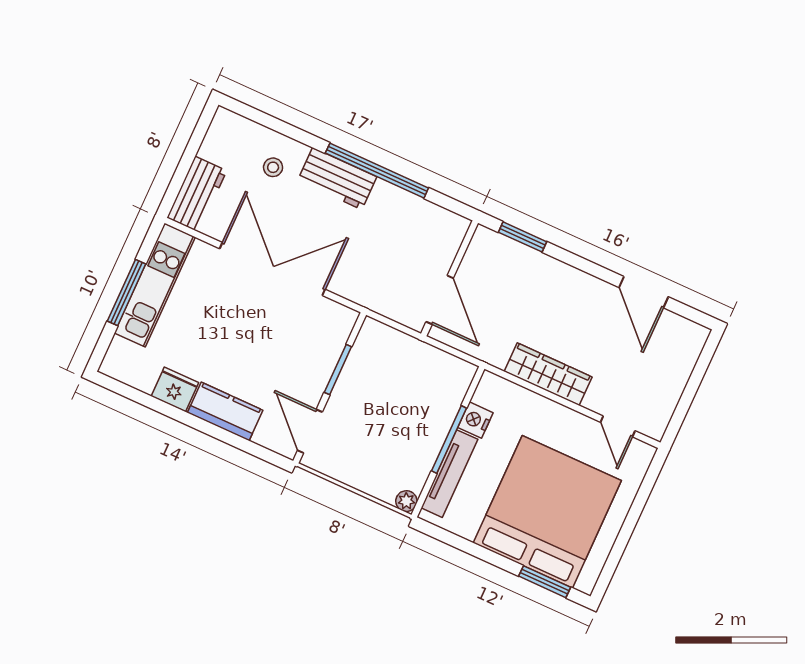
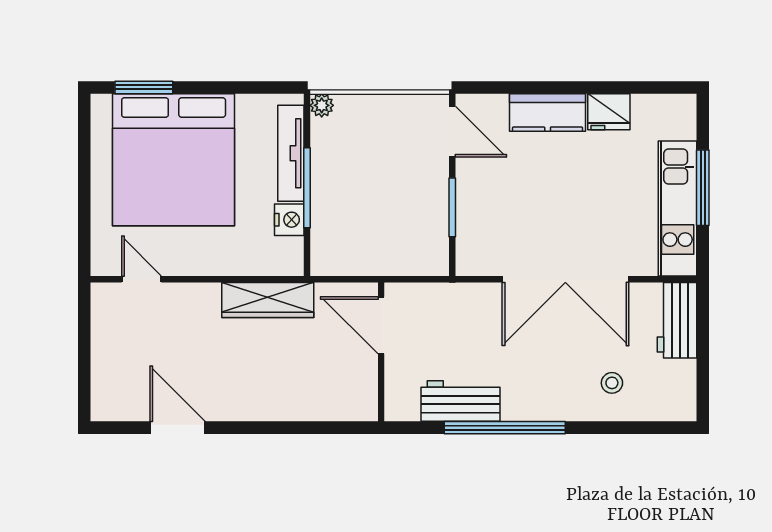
workbench: (337, 179) -> (460, 401), moved
window: (523, 237) -> (326, 428), removed
wardrobe: (548, 374) -> (268, 300), moved

